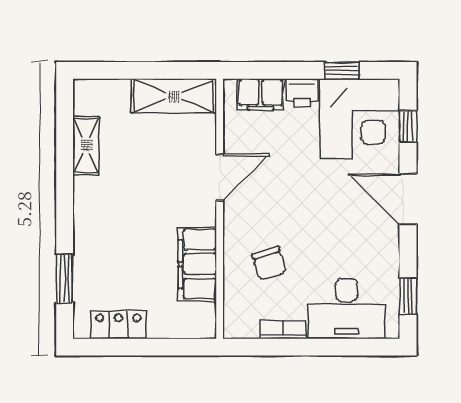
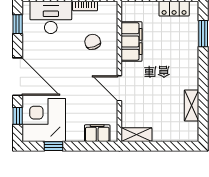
printer: (302, 93) -> (75, 134), removed
shelving: (174, 96) -> (136, 135), width x0.67, depth x0.75
door: (220, 177) -> (119, 88), hinge flipped
door: (408, 199) -> (18, 77), width x1.36

